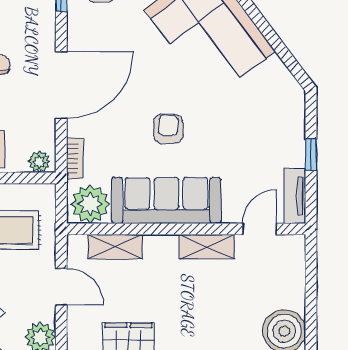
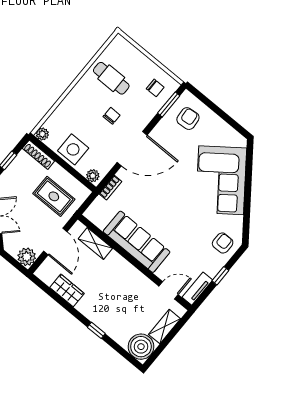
armchair: (168, 129) -> (223, 243), moved
plant: (90, 204) -> (100, 214), removed
shelving: (207, 247) -> (165, 327), moved, turned 90
door: (61, 287) -> (55, 241), width x1.38

